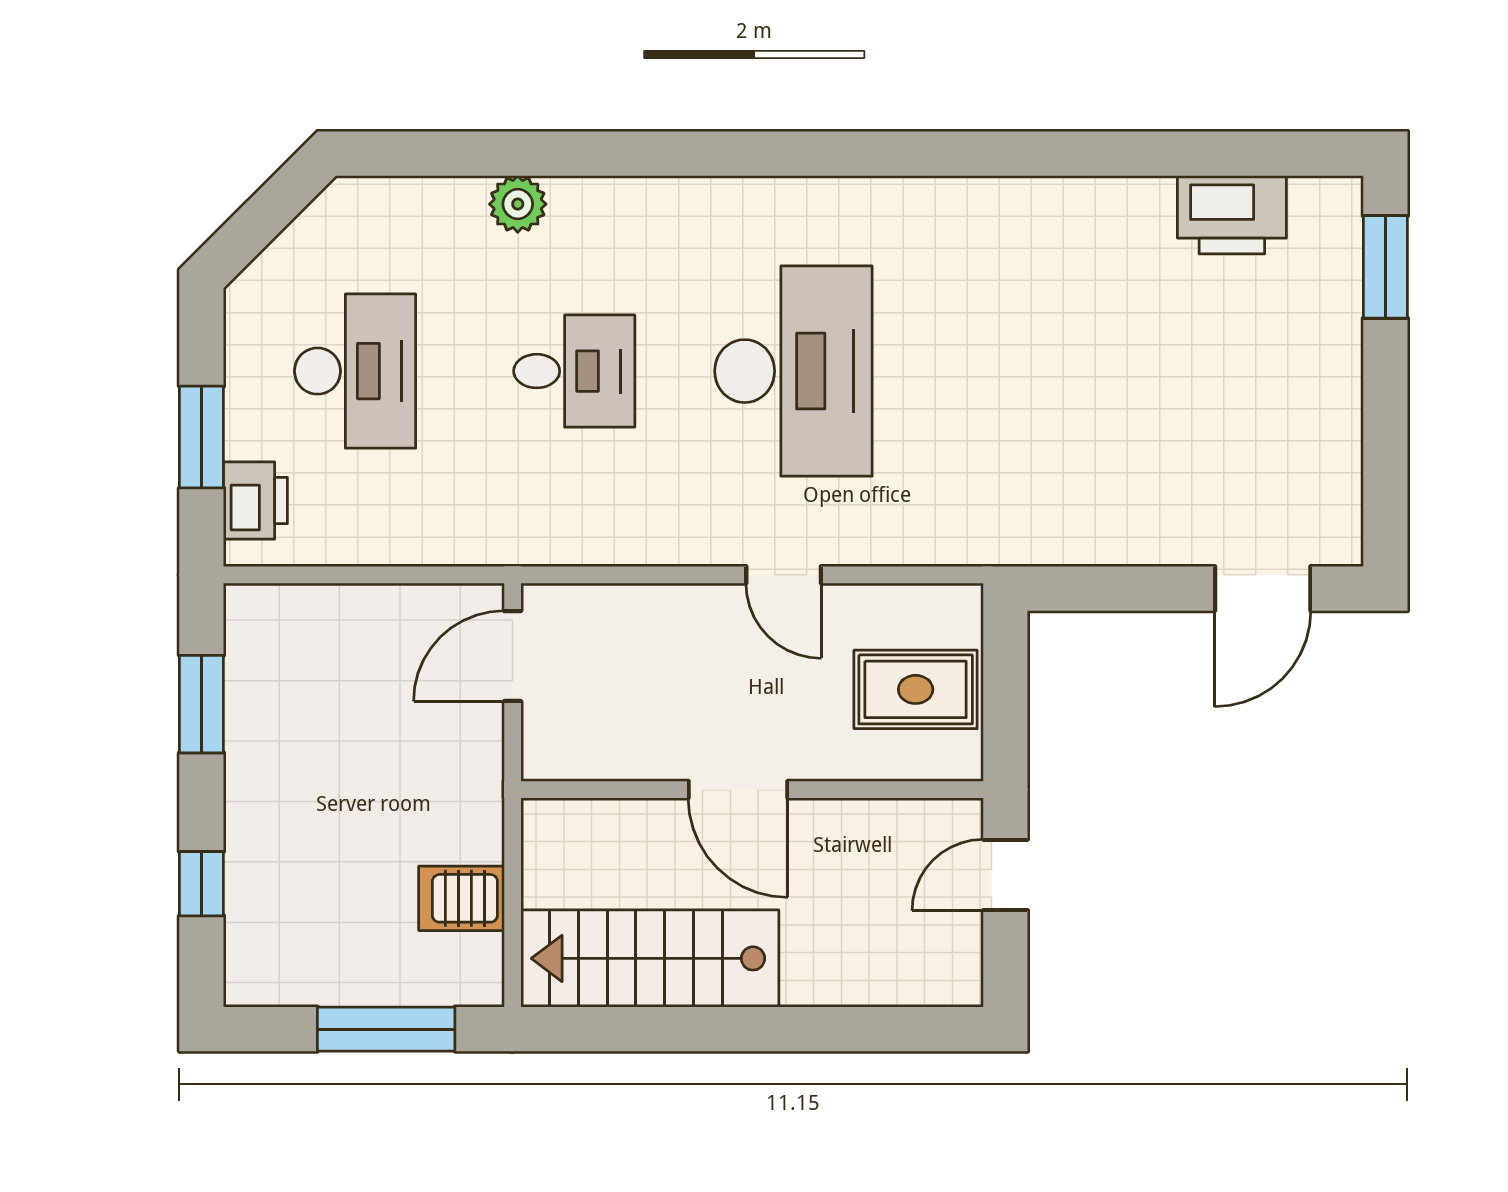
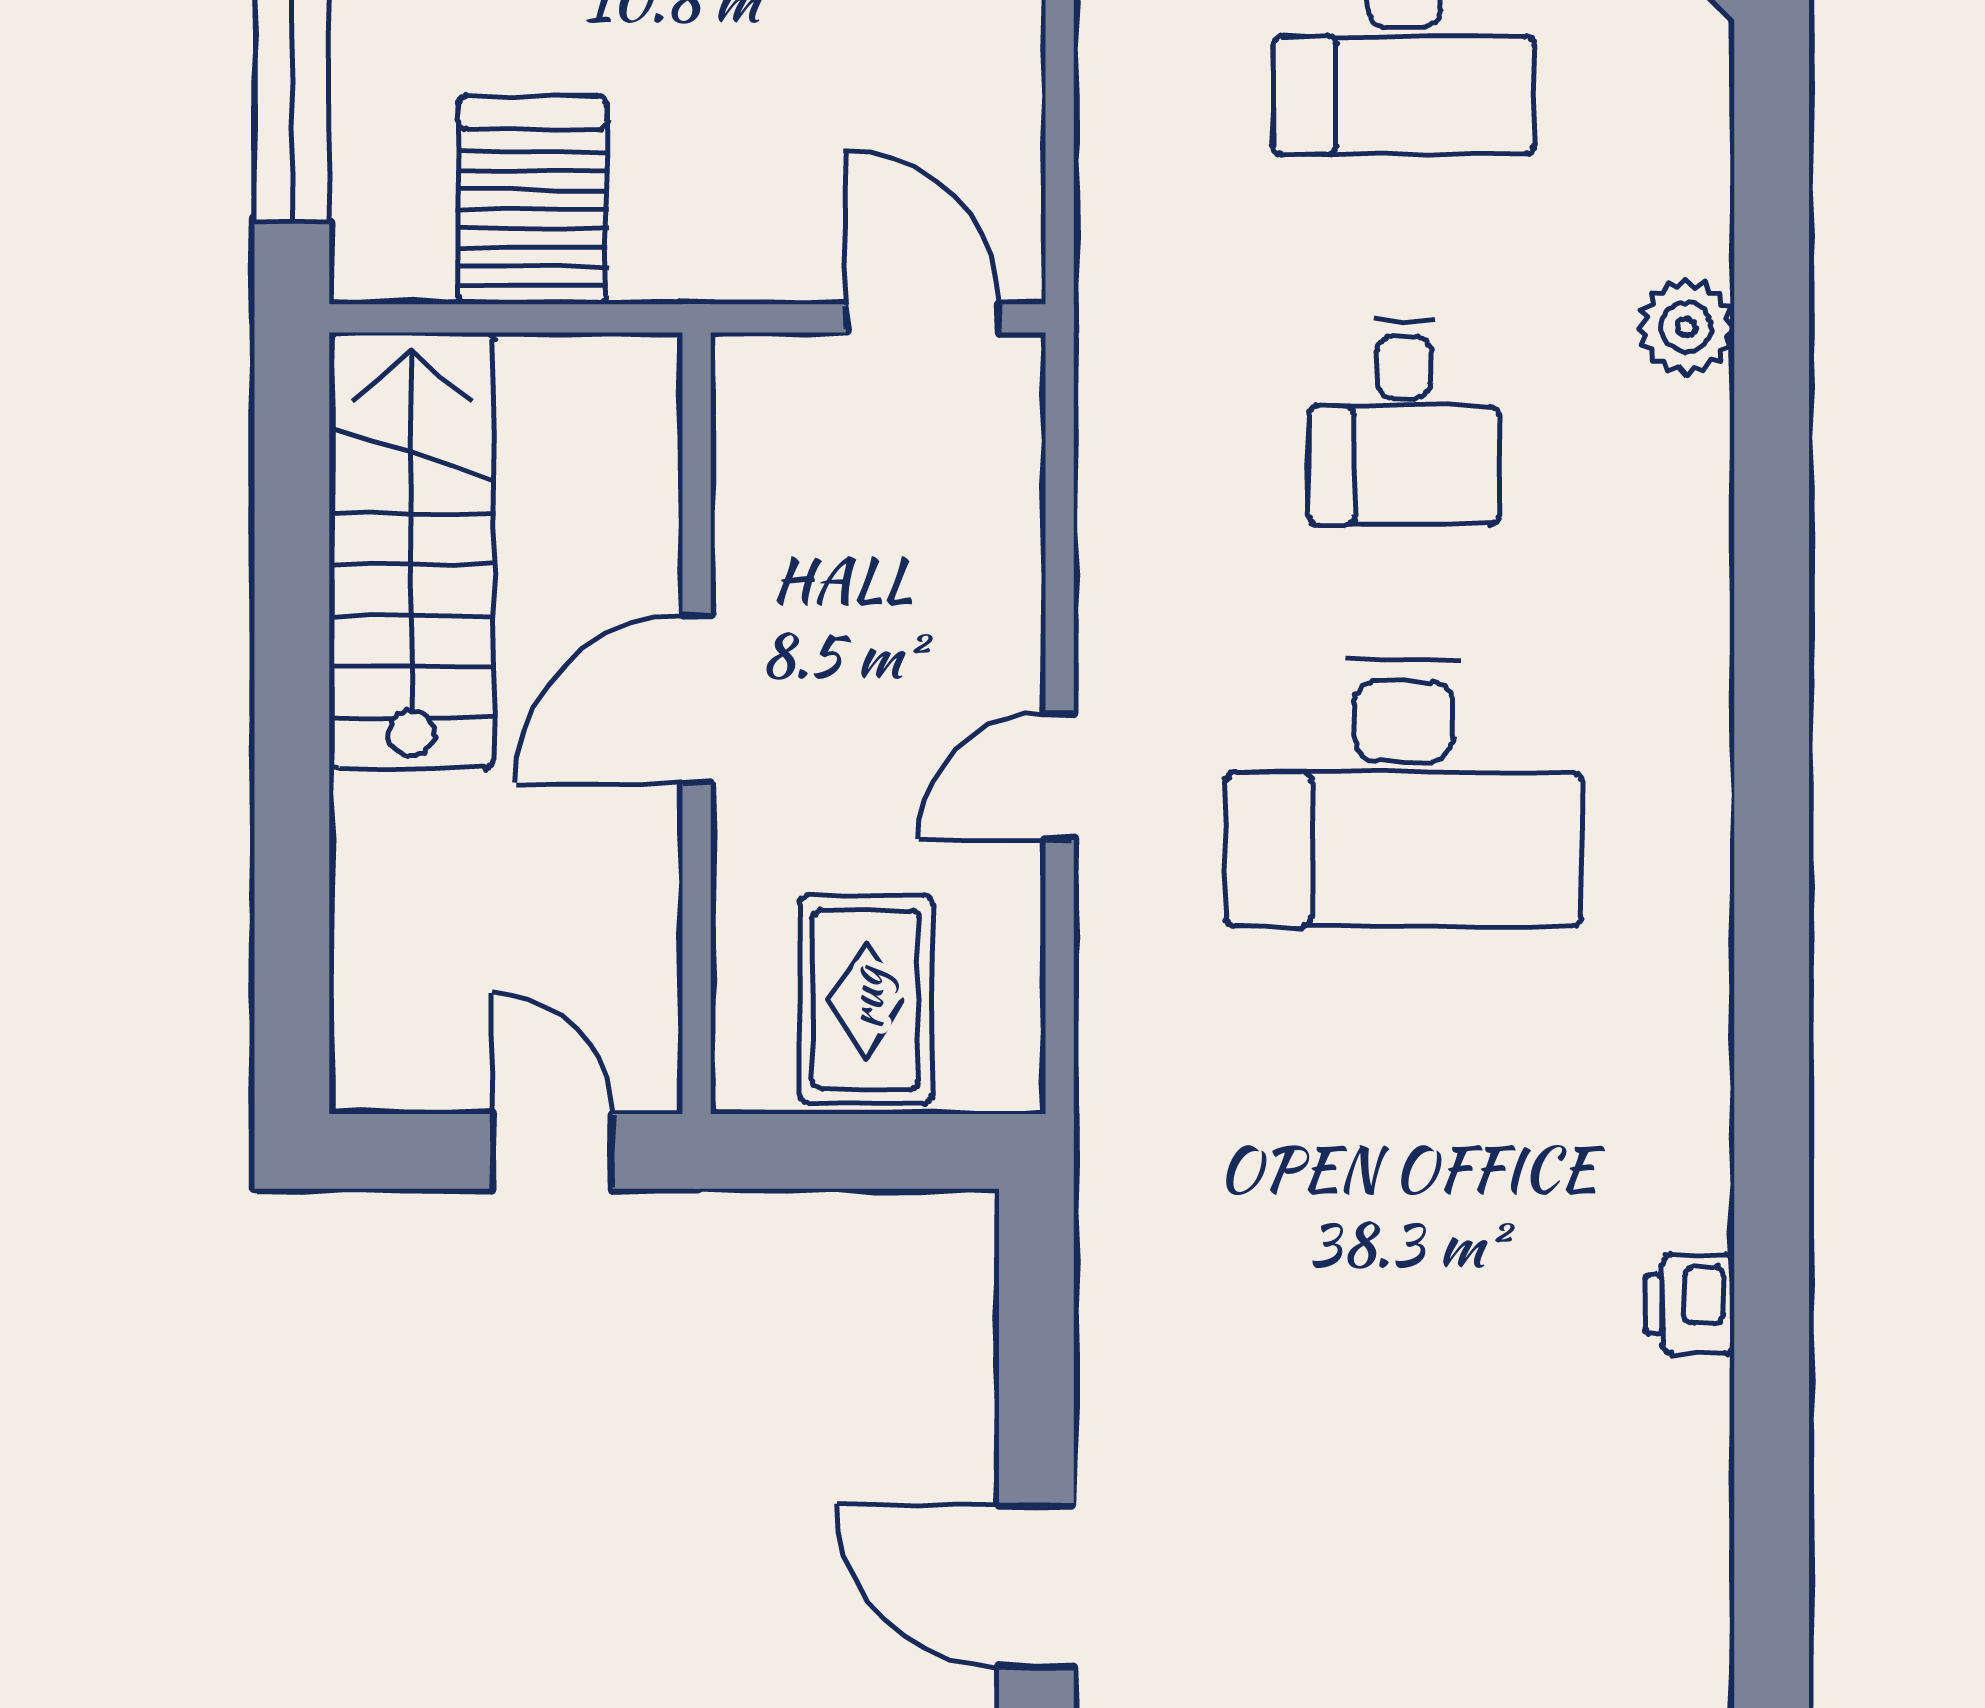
printer: (1232, 215) -> (1690, 1304), moved, width x0.53, depth x0.68
server rack: (461, 898) -> (533, 200), width x1.36, depth x1.44

